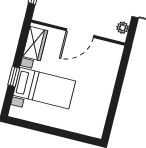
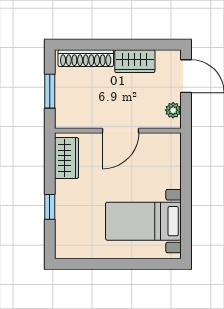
bed with nightstands: (44, 88) -> (143, 221), moved, turned 180

